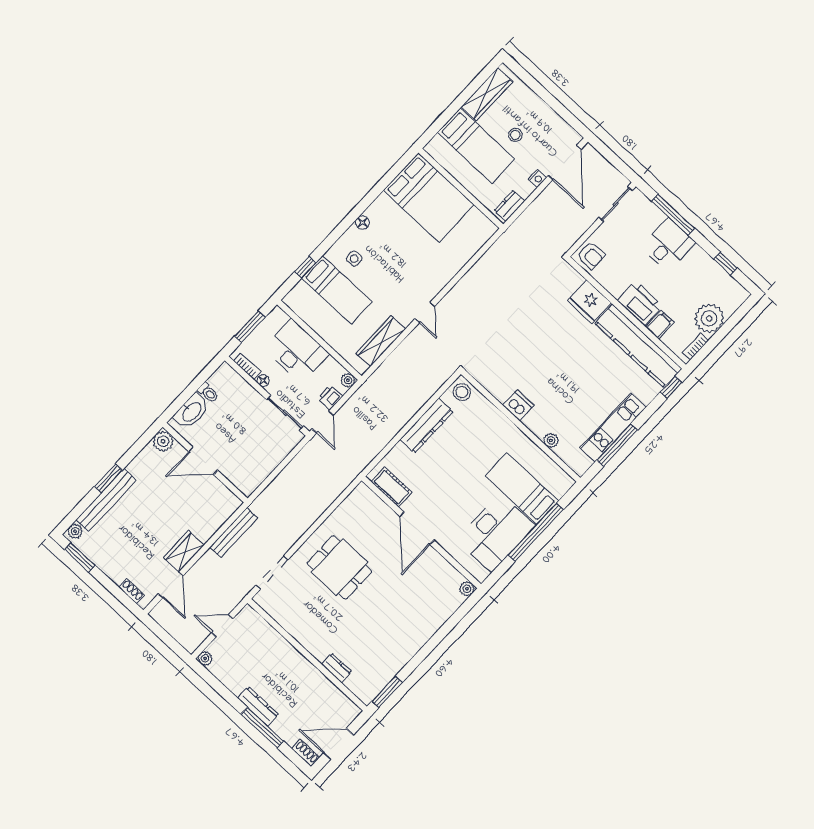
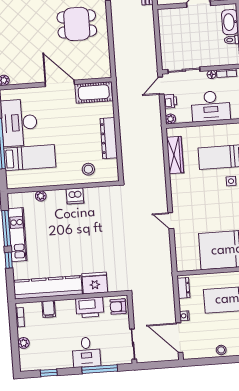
stool: (515, 135) -> (221, 350), moved
printer: (640, 303) -> (90, 307), moved
door: (425, 312) -> (171, 221), moved
plant: (709, 318) -> (23, 343), width x0.53, depth x0.53
window: (671, 387) -> (9, 260), moved
stool: (462, 392) -> (88, 169), moved
door: (323, 422) -> (161, 86), hinge flipped
cot: (392, 487) -> (94, 92), width x1.37, depth x1.34

